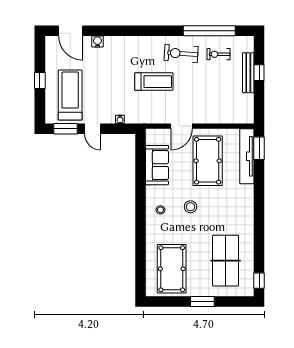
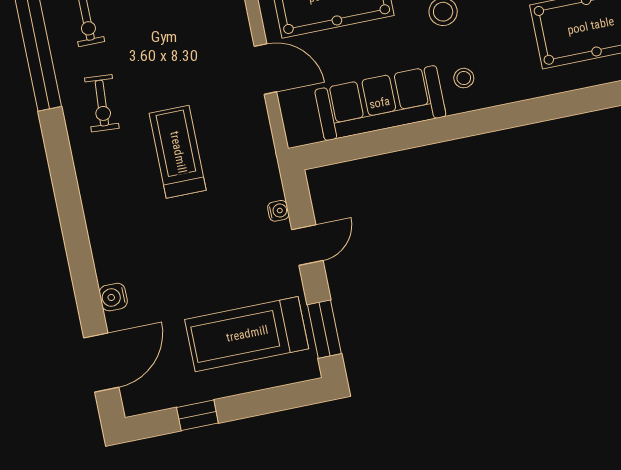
exercise bike: (181, 53) -> (102, 103), width x0.73, depth x0.72
window: (40, 80) -> (197, 415), moved
door: (93, 129) -> (307, 245), moved
sofa: (157, 165) -> (380, 103), width x1.36

